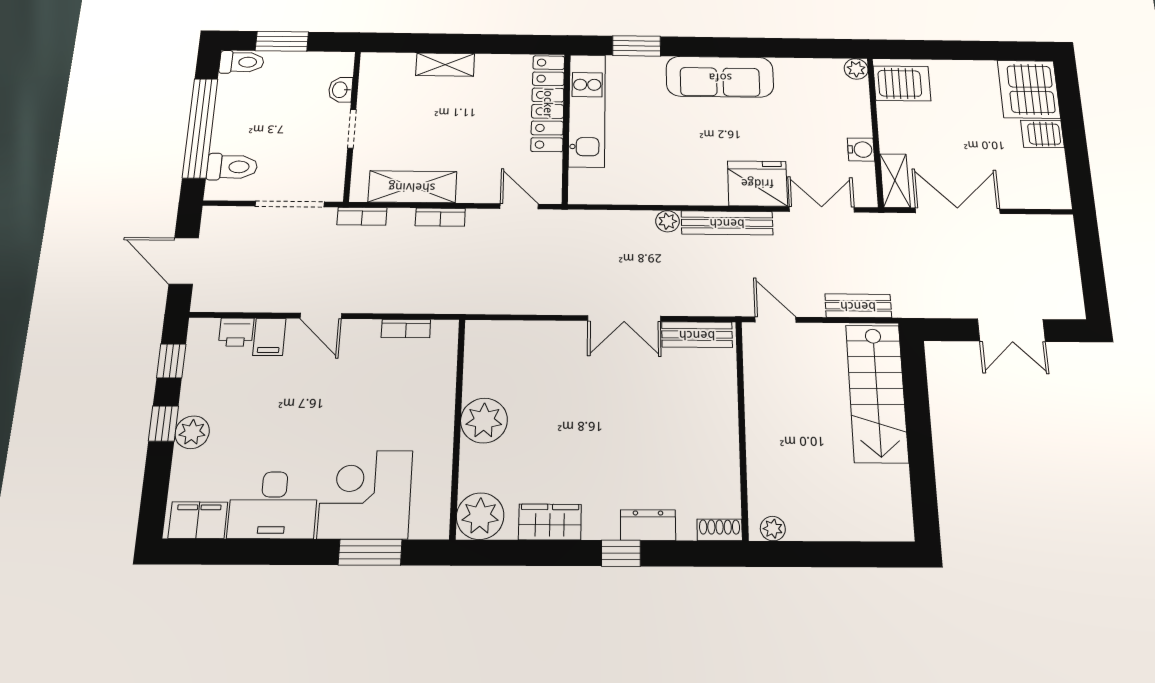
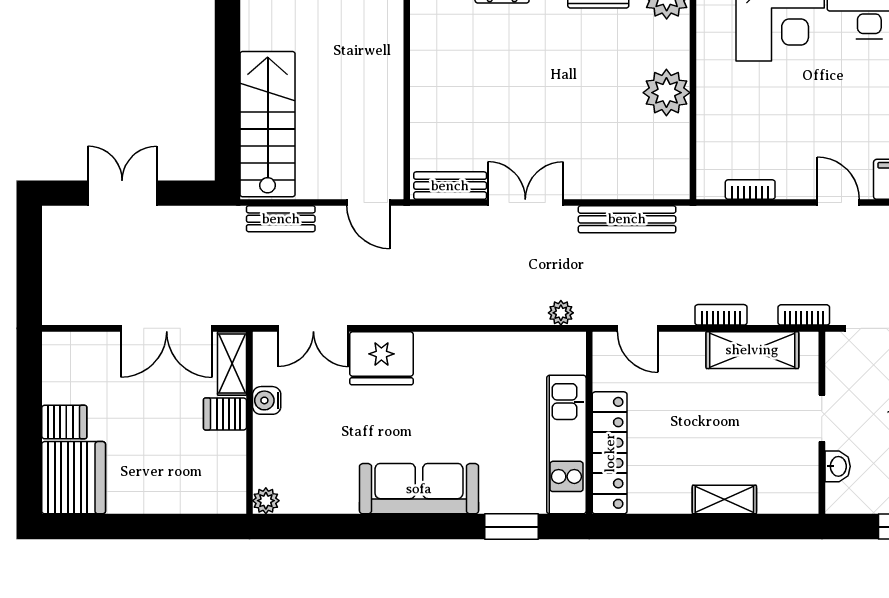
server rack: (902, 83) -> (225, 414), moved, width x0.73, depth x0.70
plant: (668, 221) -> (561, 313), moved
bench: (727, 223) -> (627, 219), moved

